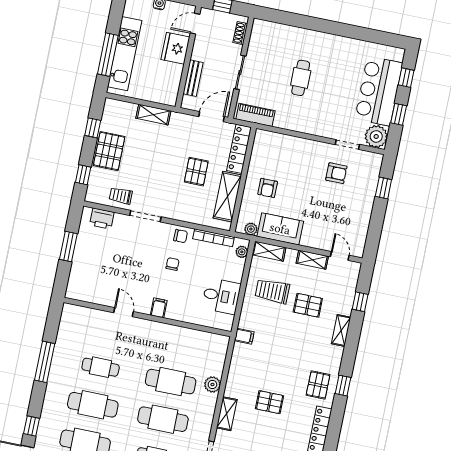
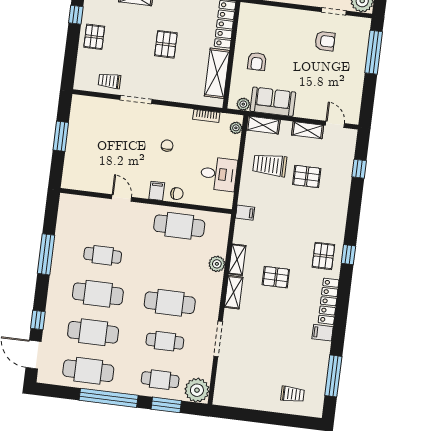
pallet: (109, 151) -> (94, 37), width x0.67, depth x0.71
pallet: (196, 172) -> (166, 44), moved
window: (83, 175) -> (70, 63), removed
window: (383, 188) -> (374, 52), width x2.17
printer: (102, 219) -> (92, 105), removed
chair: (181, 236) -> (177, 194), moved
bookcase: (214, 238) -> (206, 116), width x0.64
shelving: (341, 330) -> (237, 260), moved
cafe table: (171, 382) -> (179, 226), moved

